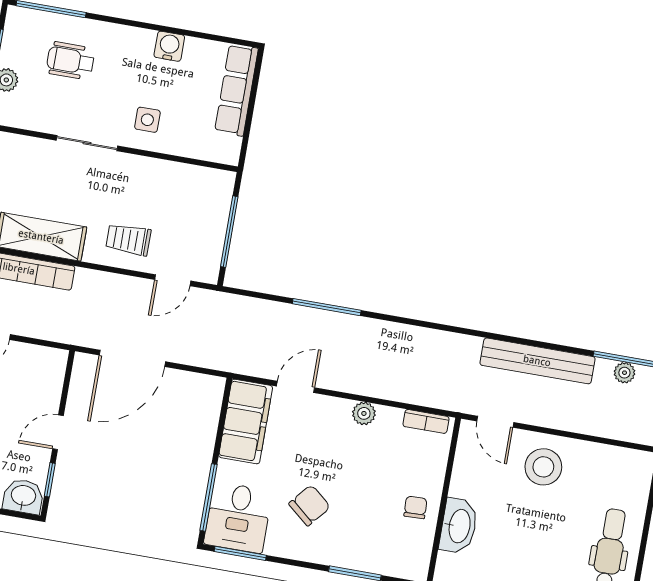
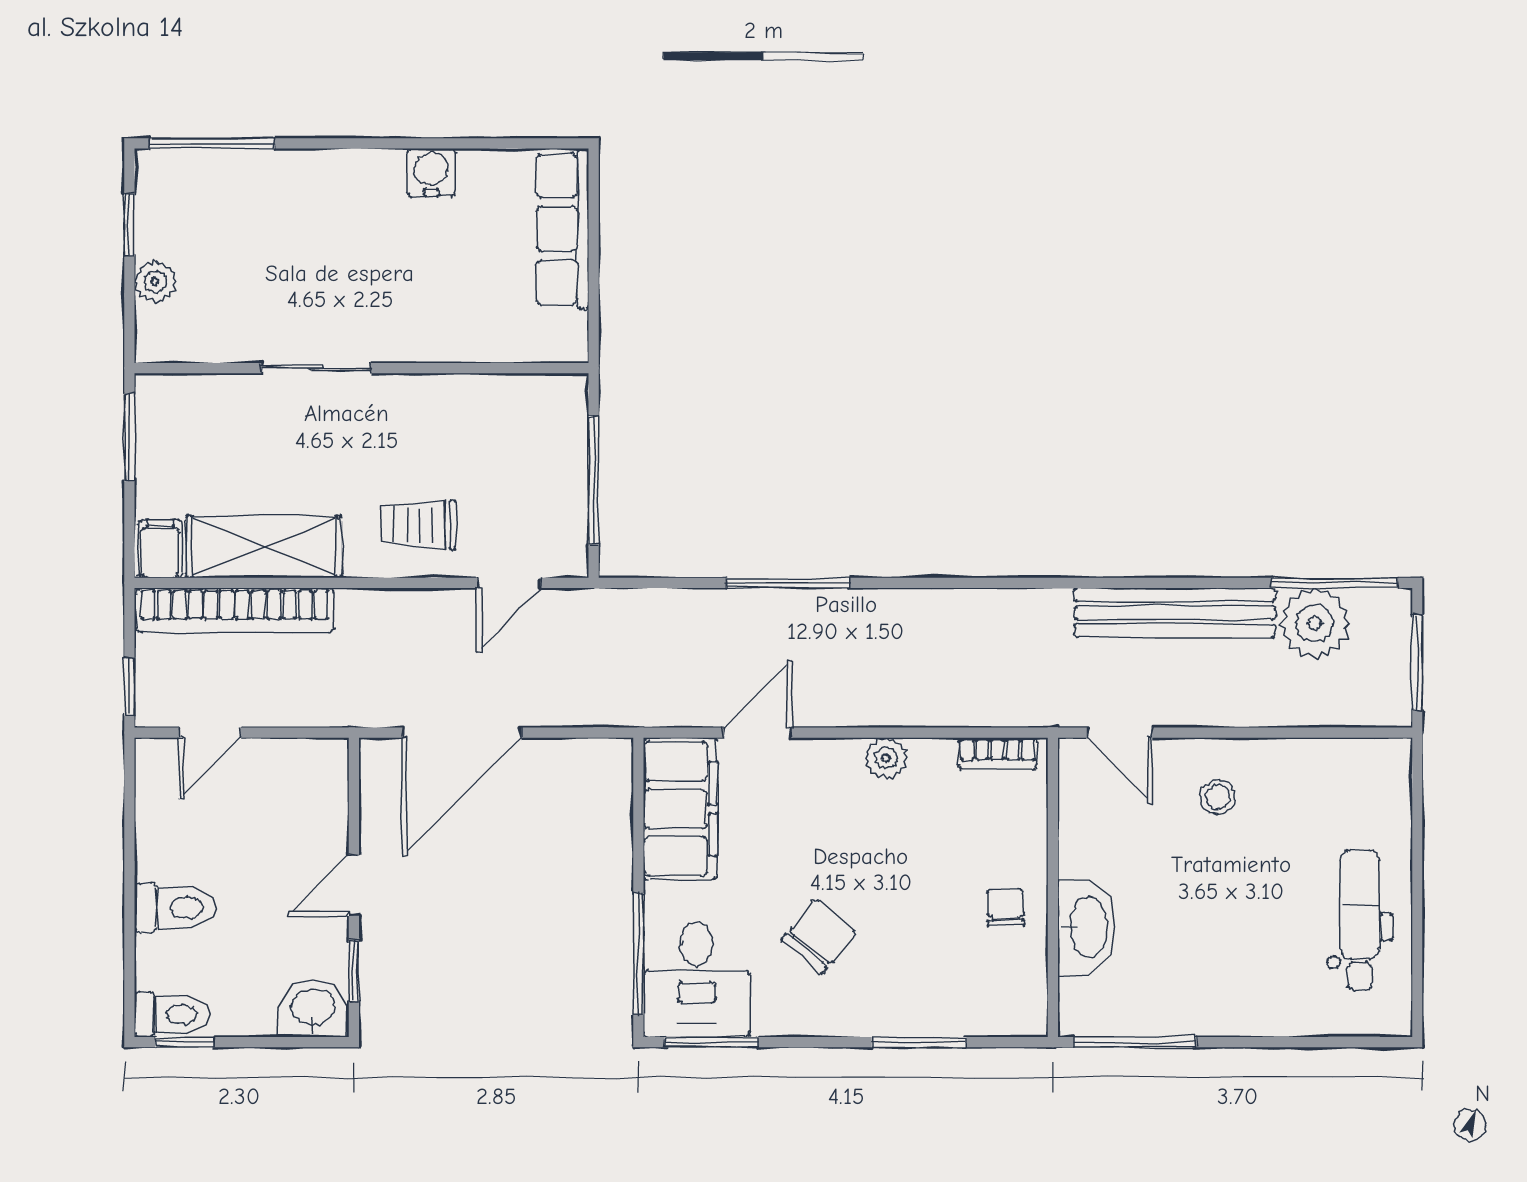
wheelchair: (71, 61) -> (262, 228), removed
side table: (147, 120) -> (415, 308), removed
plant: (624, 373) -> (1315, 623), width x1.88, depth x1.88
stool: (543, 467) -> (1218, 797), width x0.53, depth x0.53

